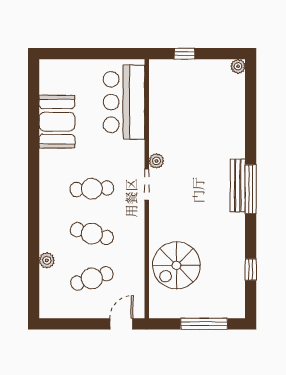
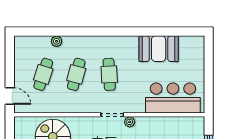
cafe table: (92, 278) -> (43, 74), turned 36

